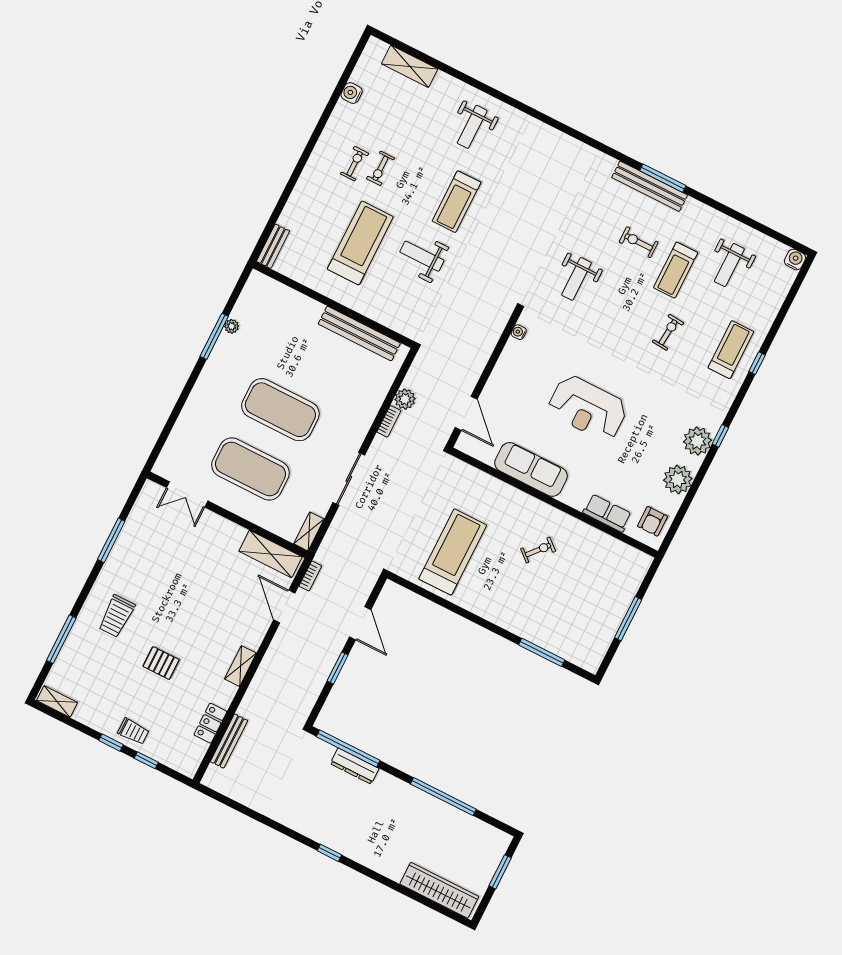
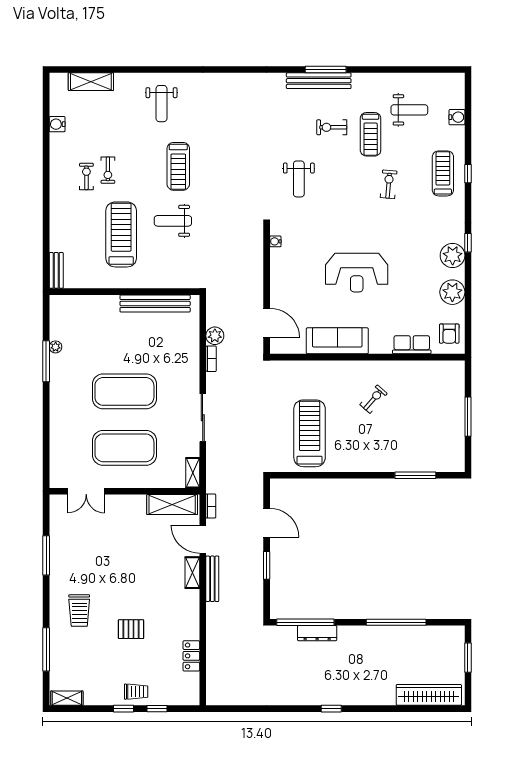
water cooler: (795, 259) -> (457, 117), moved, turned 90
weight bench: (729, 265) -> (409, 110), turned -90
shelving: (240, 666) -> (192, 573), moved
bench: (229, 741) -> (212, 579), moved

